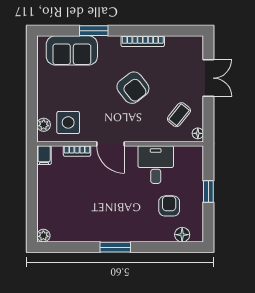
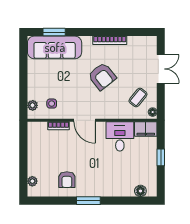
window: (94, 31) -> (54, 32), moved
sofa: (72, 50) -> (55, 47), width x1.36
side table: (68, 122) -> (52, 104), width x0.54, depth x0.54
filing cabinet: (44, 155) -> (146, 129), moved, width x2.00
armchair: (169, 206) -> (67, 180), moved, turned 180
plant: (43, 236) -> (32, 181), moved

